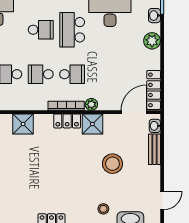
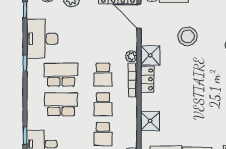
school desk: (41, 30) -> (61, 104), width x1.85
school desk: (72, 30) -> (61, 75), turned 180
school desk: (72, 74) -> (103, 75), turned 180

